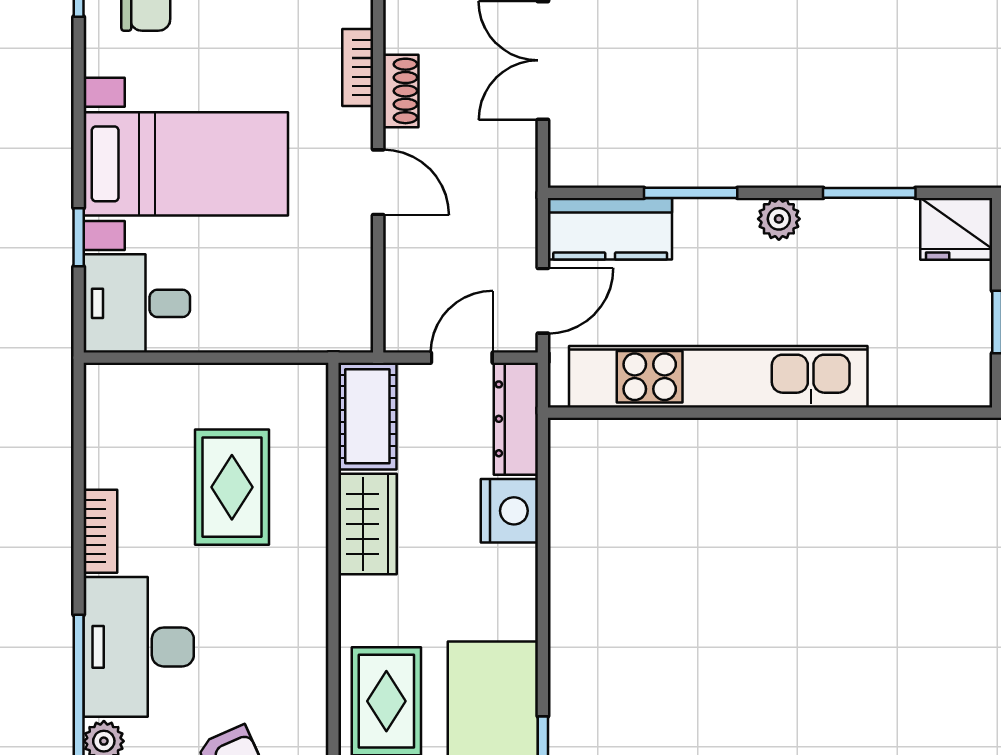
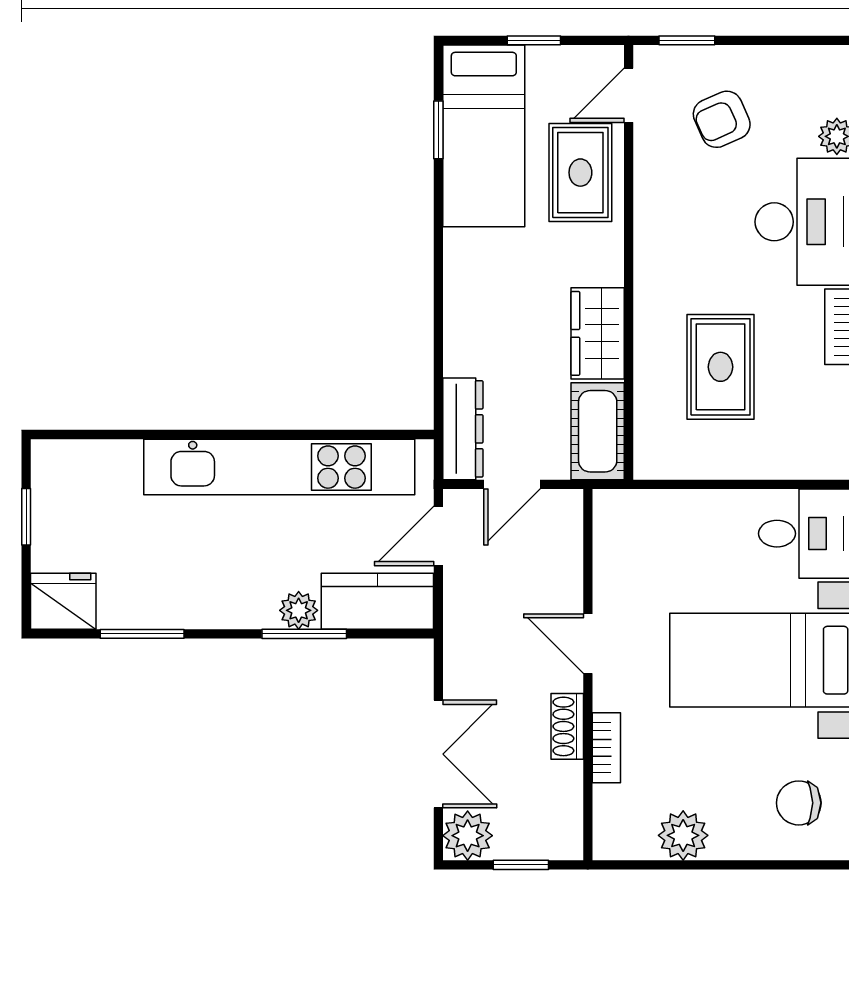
plant: (779, 219) -> (299, 610), moved
nightstand: (509, 511) -> (469, 345), removed

